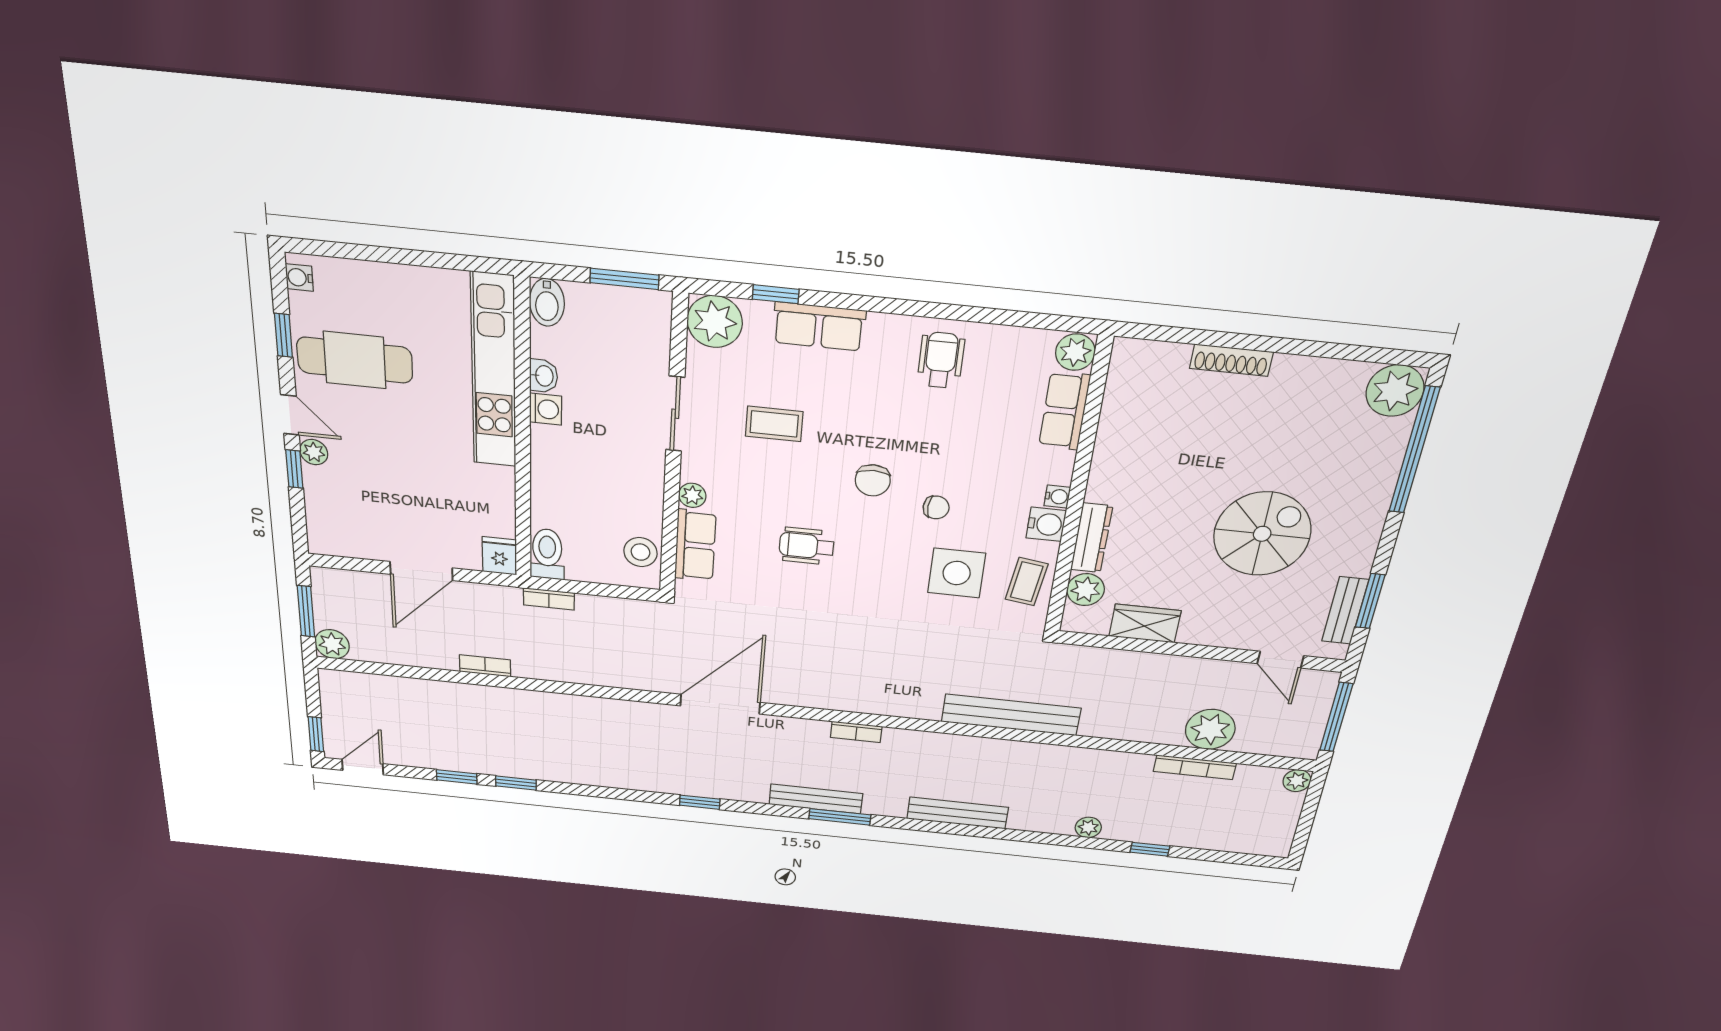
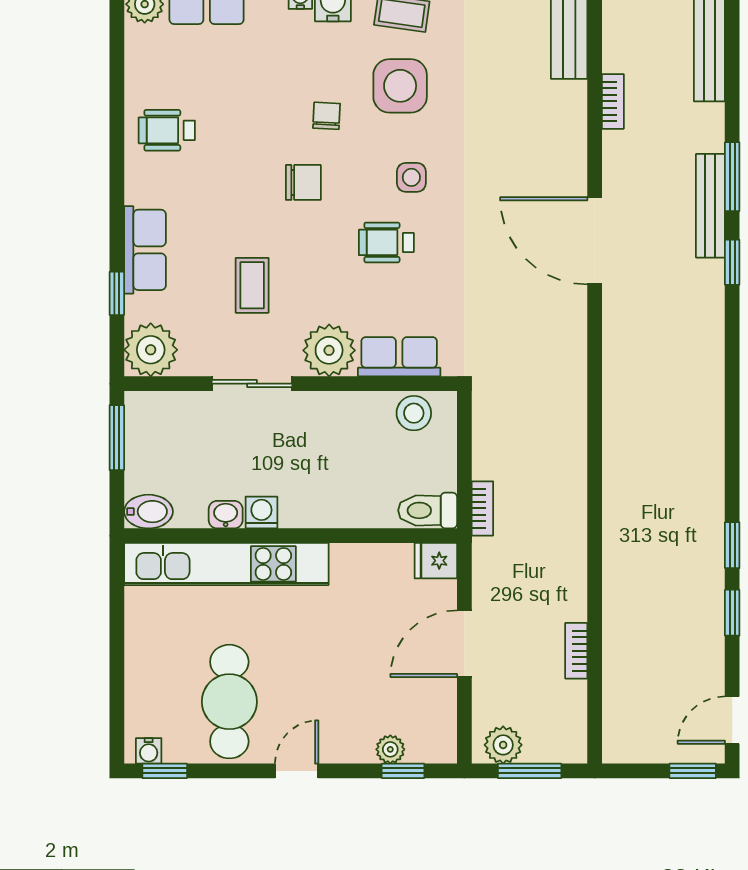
window: (283, 335) -> (165, 771), moved
plant: (314, 452) -> (390, 749), moved
window: (294, 469) -> (403, 771), moved
plant: (692, 495) -> (329, 350), width x1.88, depth x1.88
wheelchair: (806, 546) -> (386, 242), turned 90
door: (421, 571) -> (464, 644), swing flipped
side table: (867, 573) -> (411, 177), added
plant: (332, 644) -> (503, 745), moved
bookcase: (485, 666) -> (576, 651), moved
door: (720, 704) -> (595, 241), moved
bookcase: (856, 732) -> (613, 101), moved
door: (363, 767) -> (732, 720), hinge flipped
window: (700, 802) -> (732, 262), moved

